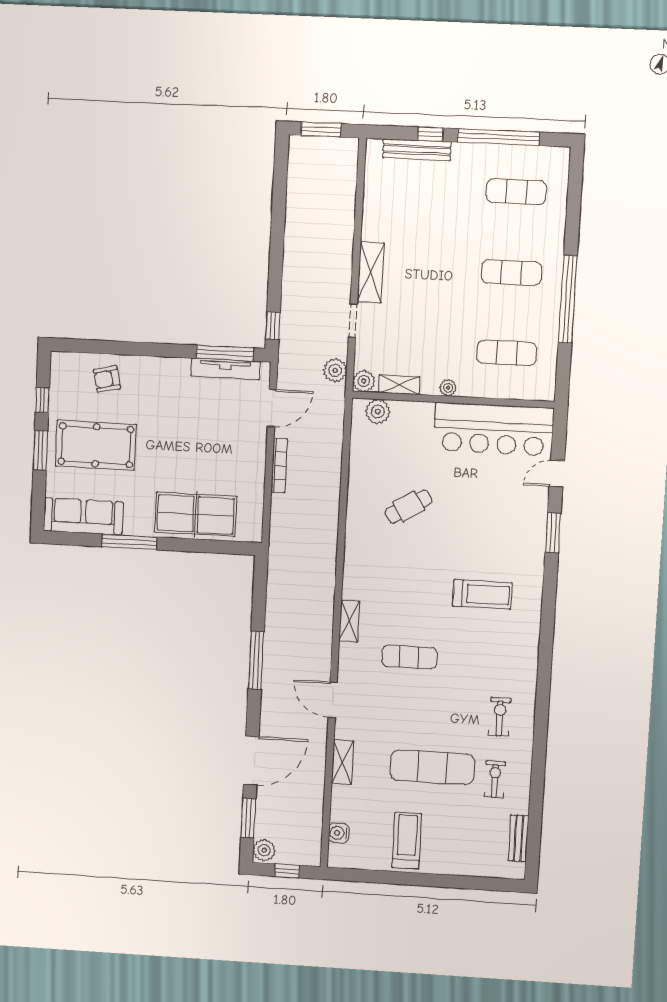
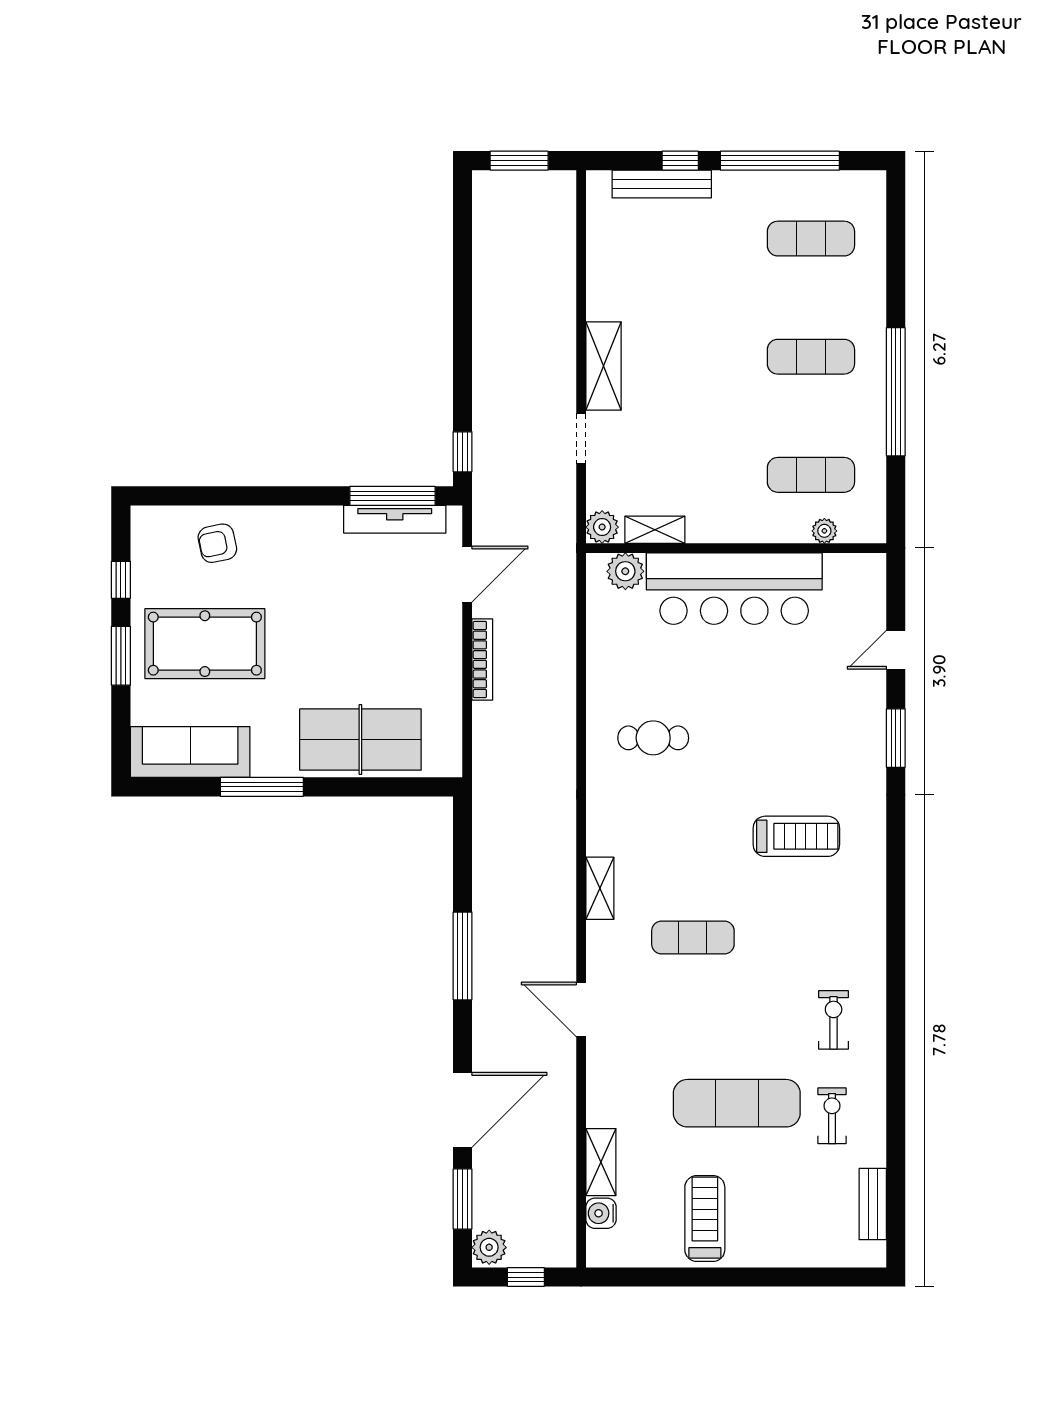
plant: (335, 370) -> (559, 513), removed
plant: (448, 388) -> (824, 531), moved
bar counter: (494, 429) -> (734, 589), moved
cafe table: (409, 506) -> (653, 738), moved, turned 31
shelving: (342, 762) -> (601, 1162), moved

